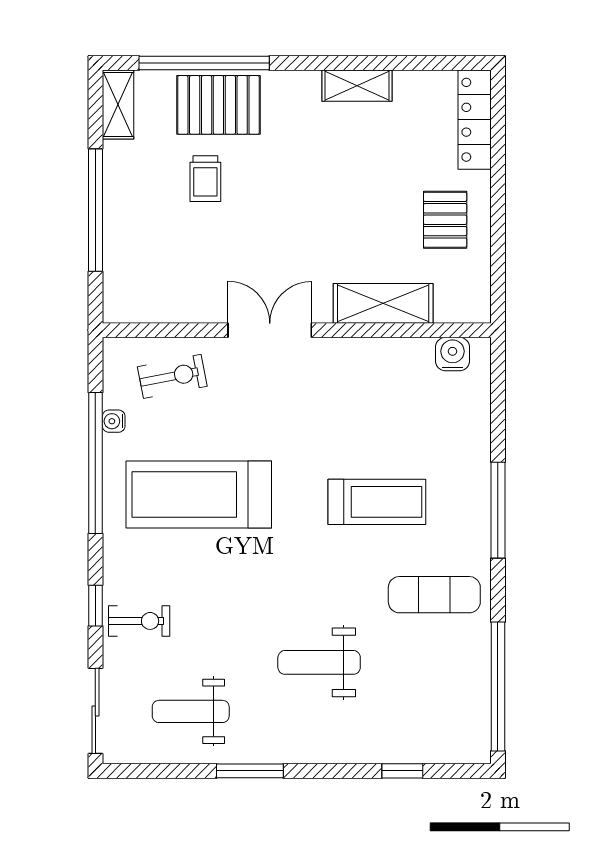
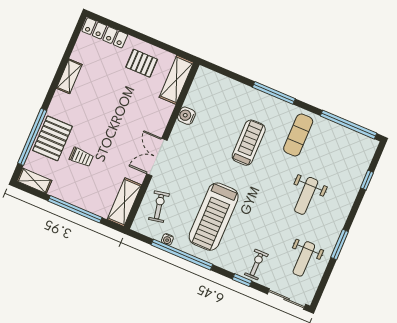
shelving: (152, 303) -> (124, 202), added
shelving: (383, 303) -> (176, 80), moved
water cooler: (453, 354) -> (186, 116), moved

